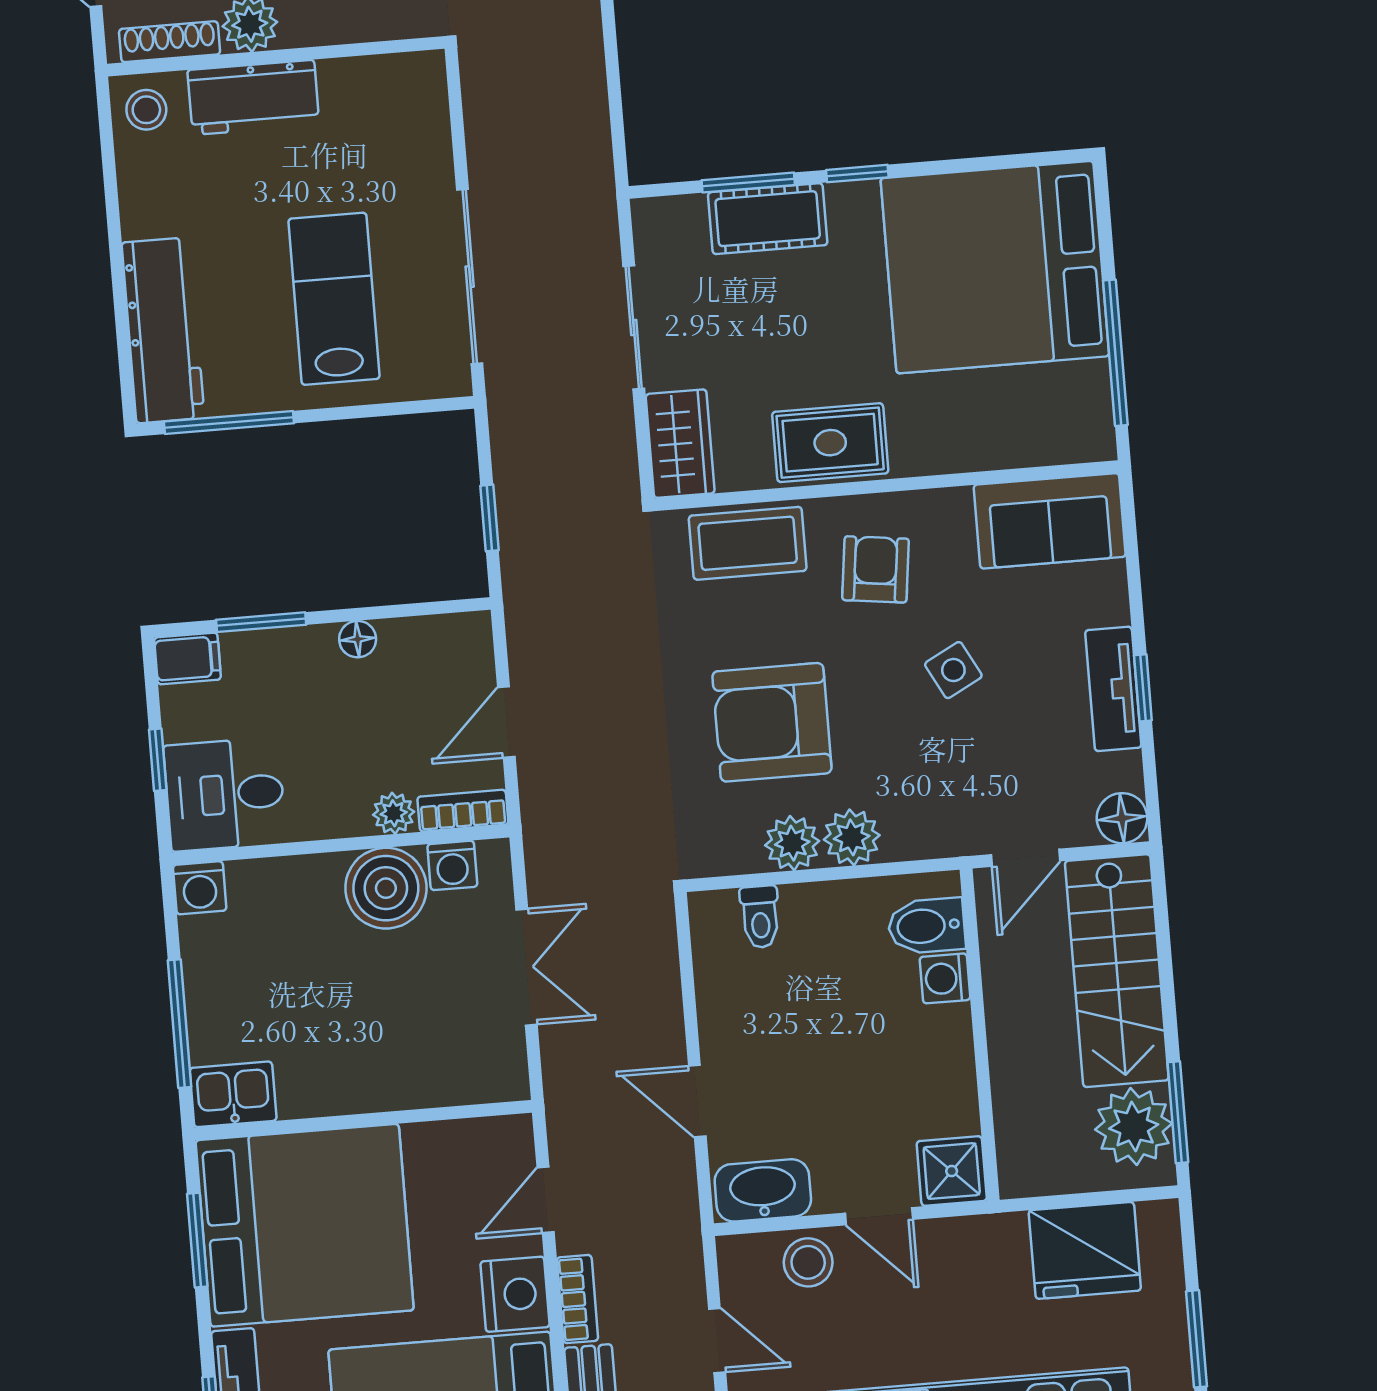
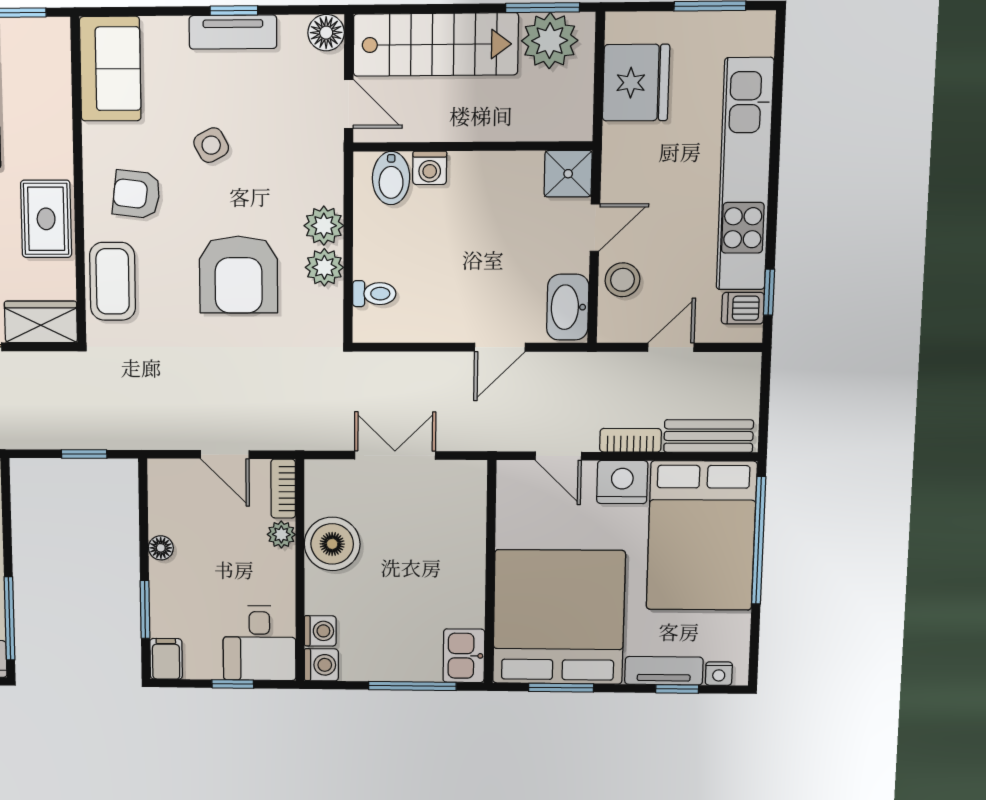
washing machine: (452, 865) -> (320, 631), moved

